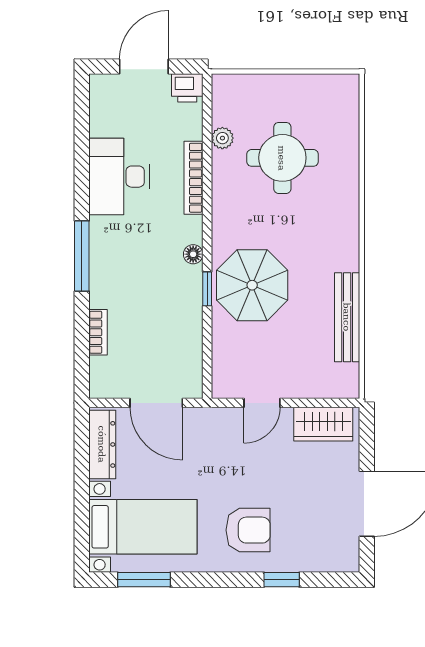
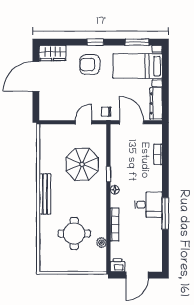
desk: (119, 177) -> (148, 205), moved, width x0.73
window: (82, 256) -> (165, 213), moved
parasol: (252, 285) -> (82, 164), moved
bench: (347, 317) -> (45, 194), moved
wardrobe: (323, 424) -> (53, 53), moved, turned 180
chair: (212, 426) -> (106, 112), added
window: (282, 580) -> (95, 42), moved

